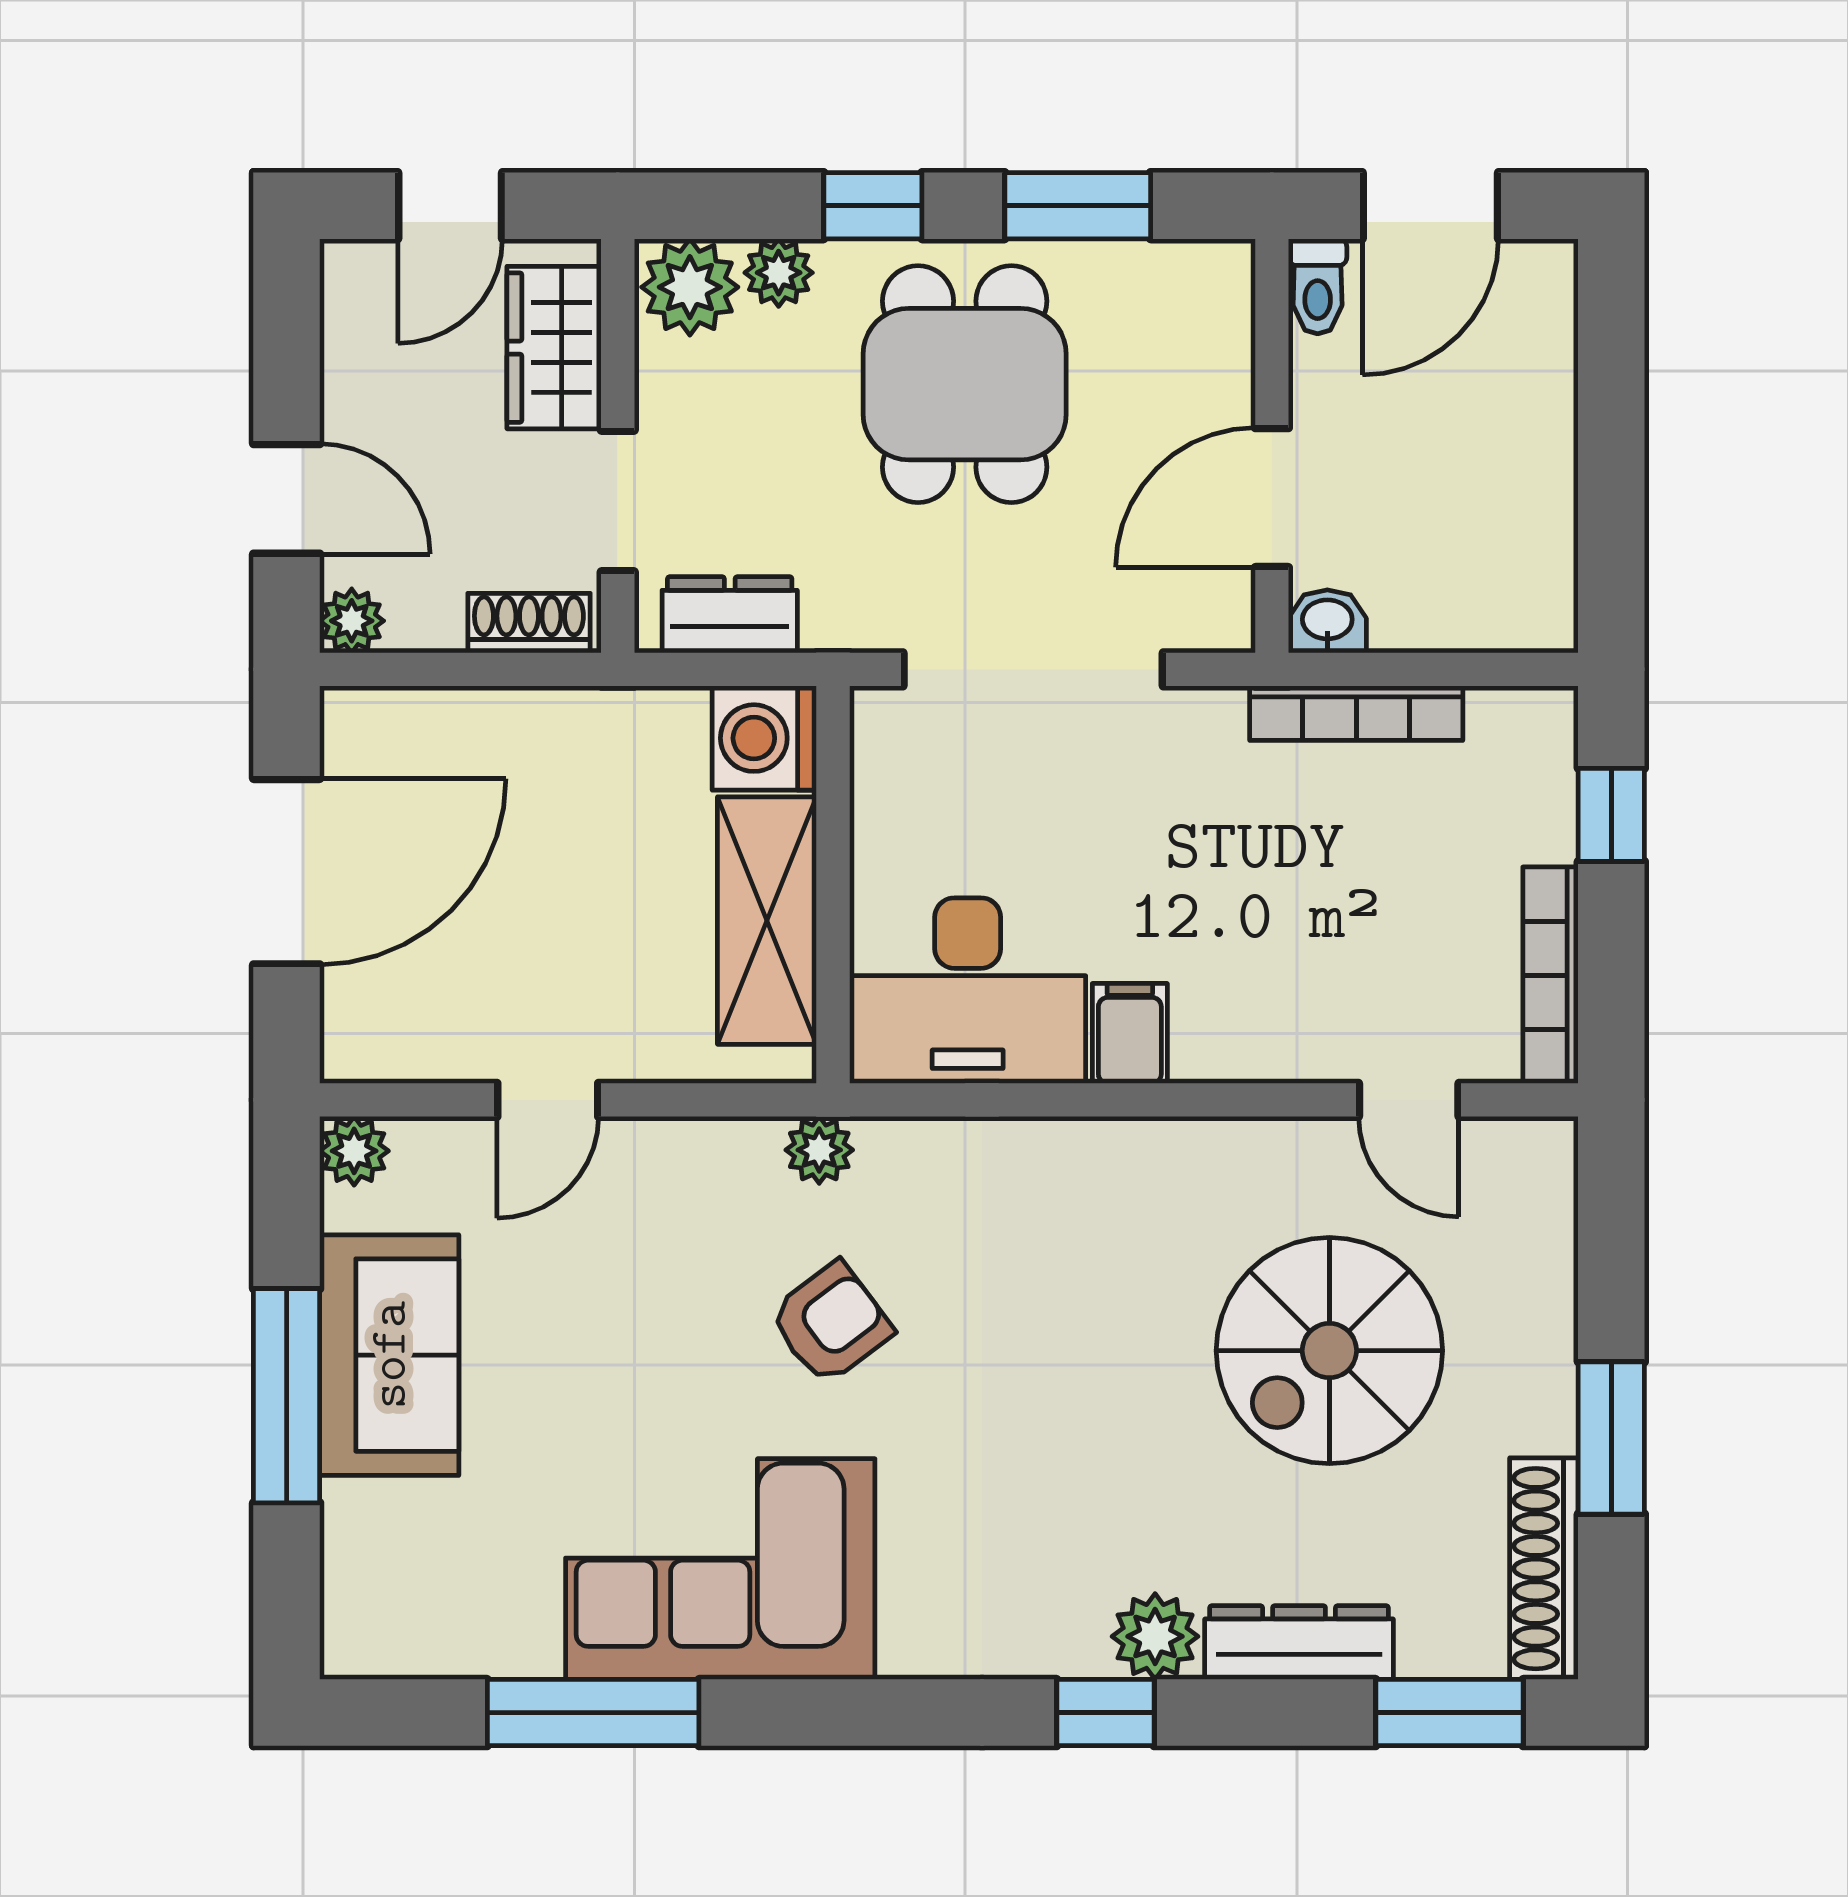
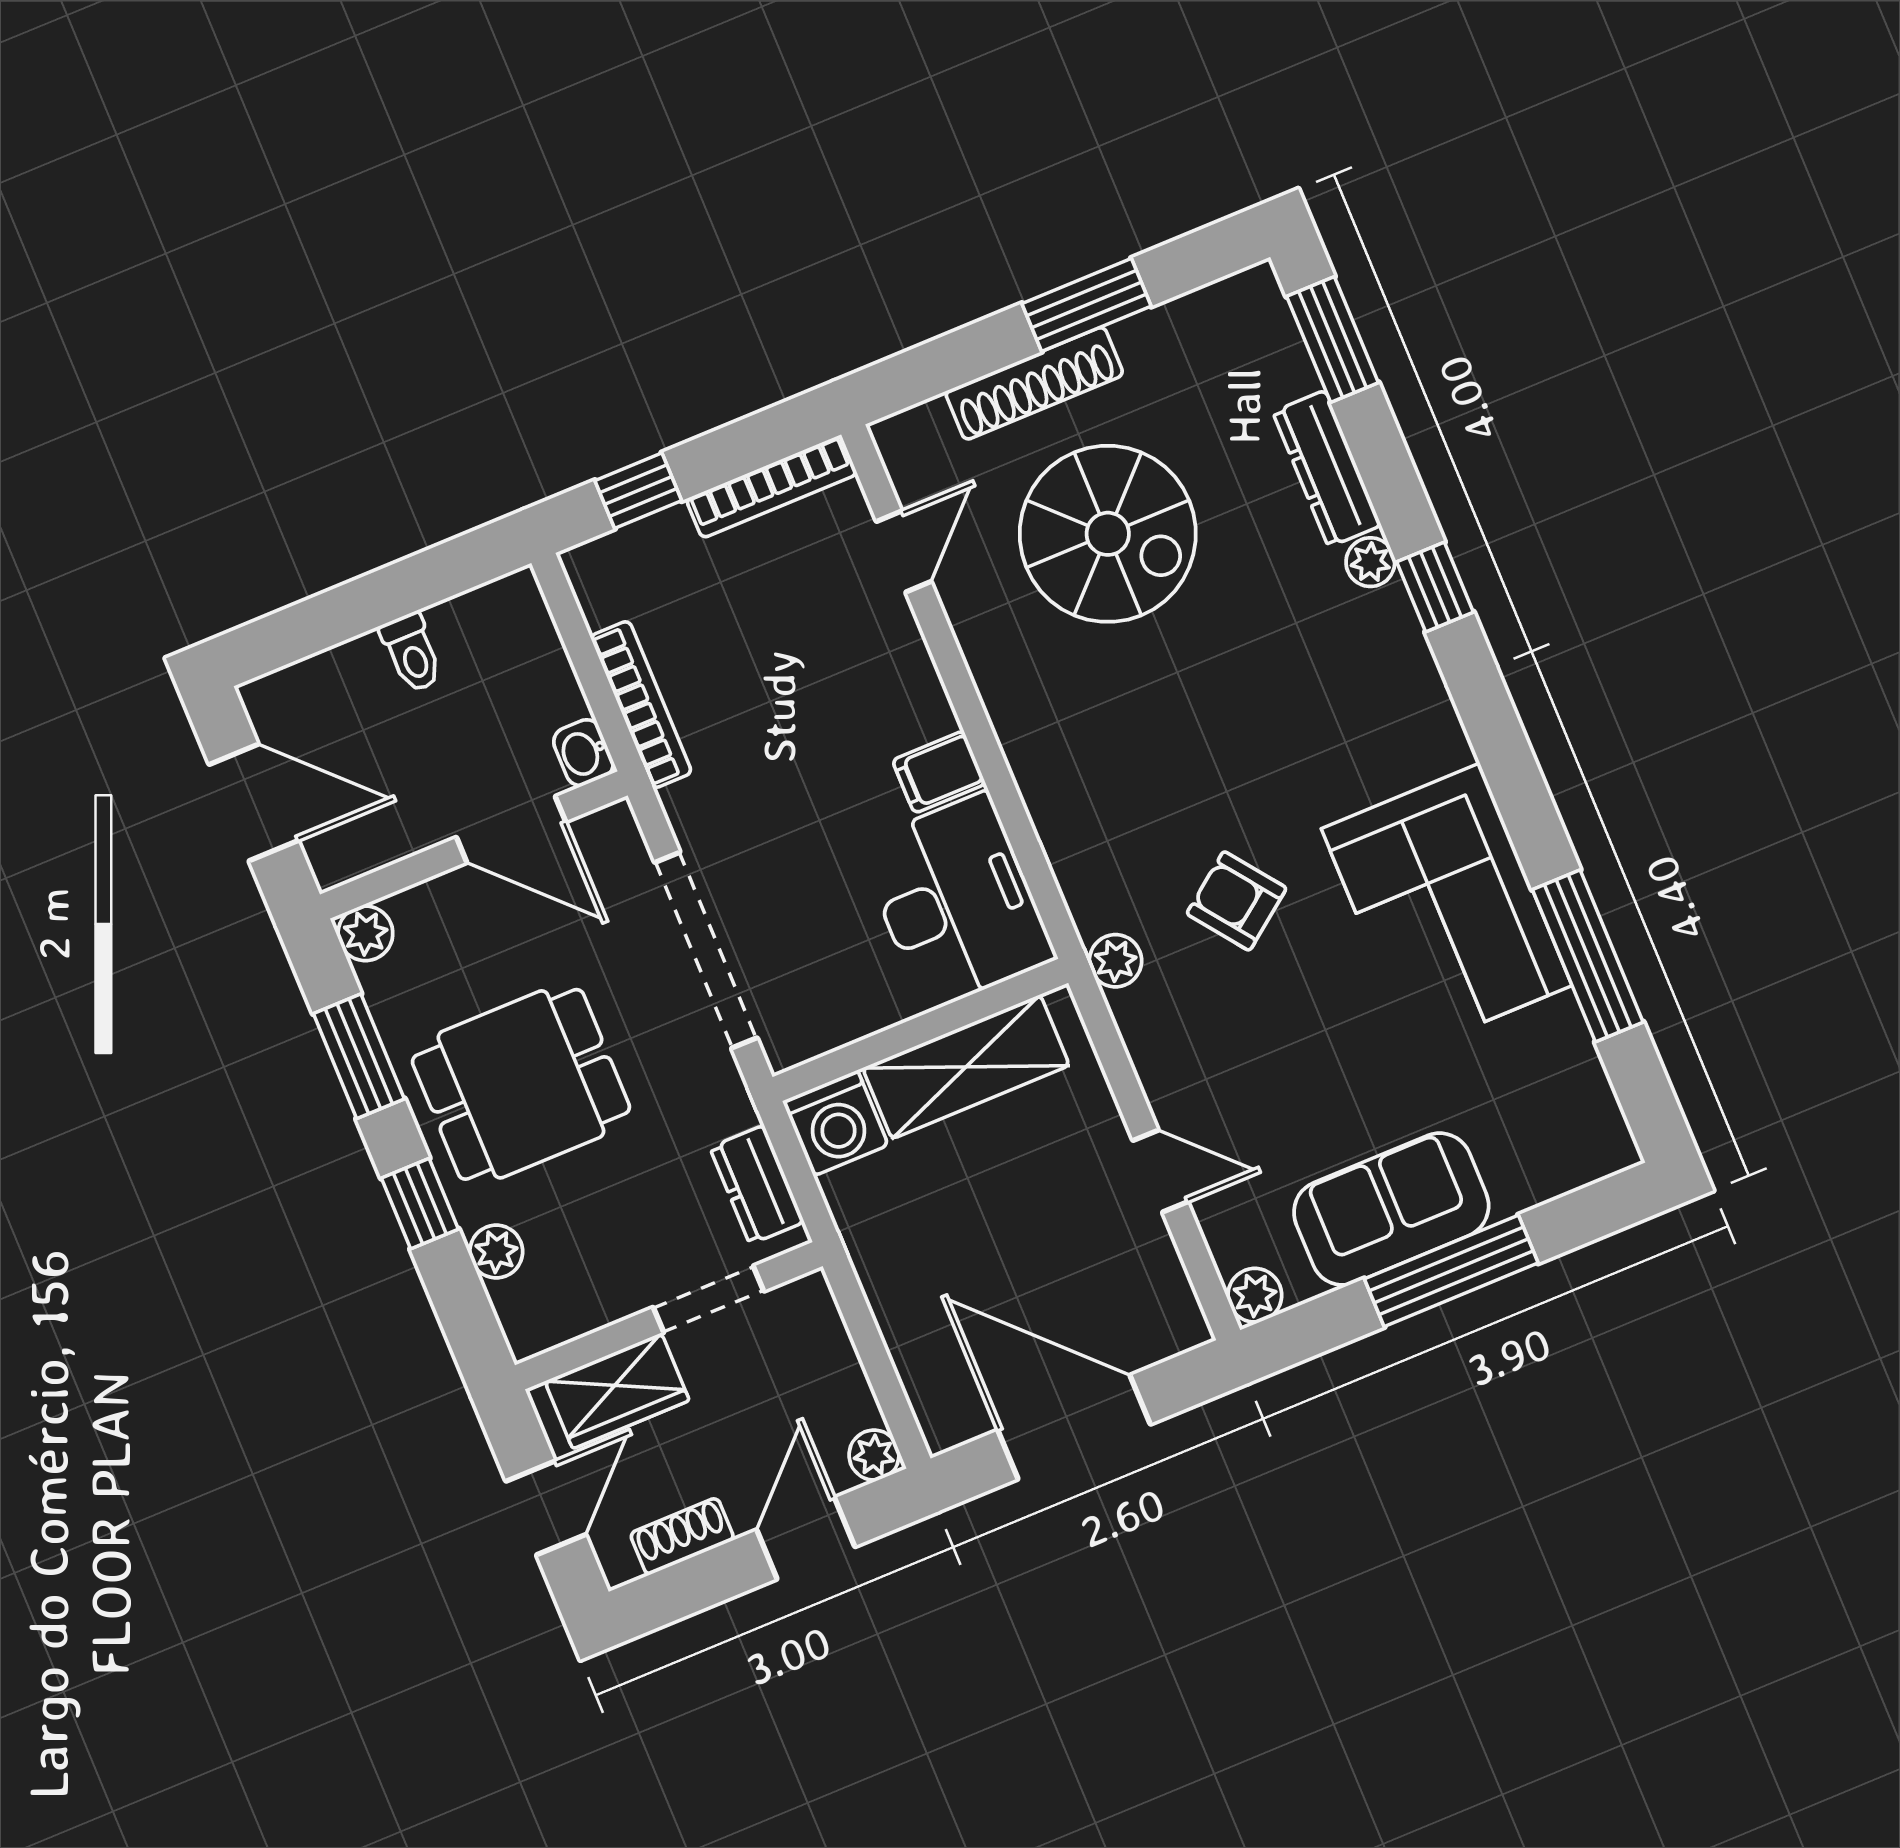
door: (450, 206) -> (546, 1508), hinge flipped
toilet: (1318, 286) -> (412, 652), moved, turned 90
plant: (690, 287) -> (365, 933), moved, width x0.73, depth x0.73
shoe rack: (529, 623) -> (682, 1536), moved, turned 90
shoe rack: (1544, 1569) -> (1034, 383), moved
plant: (1155, 1636) -> (1370, 562), width x0.73, depth x0.73

